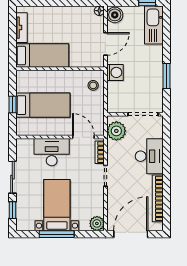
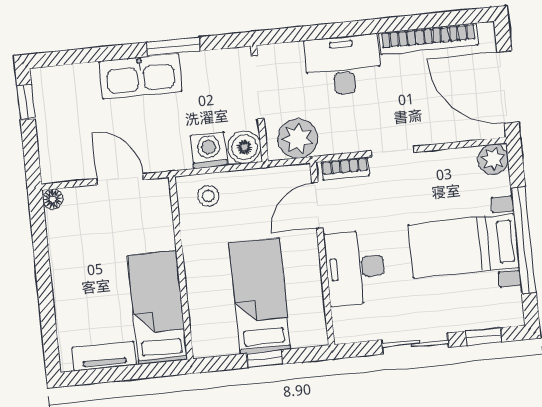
boiler: (115, 15) -> (245, 147), moved
kitchen sink: (154, 25) -> (141, 76), moved
washing machine: (115, 72) -> (209, 150), moved
window: (57, 234) -> (524, 240), width x1.46

